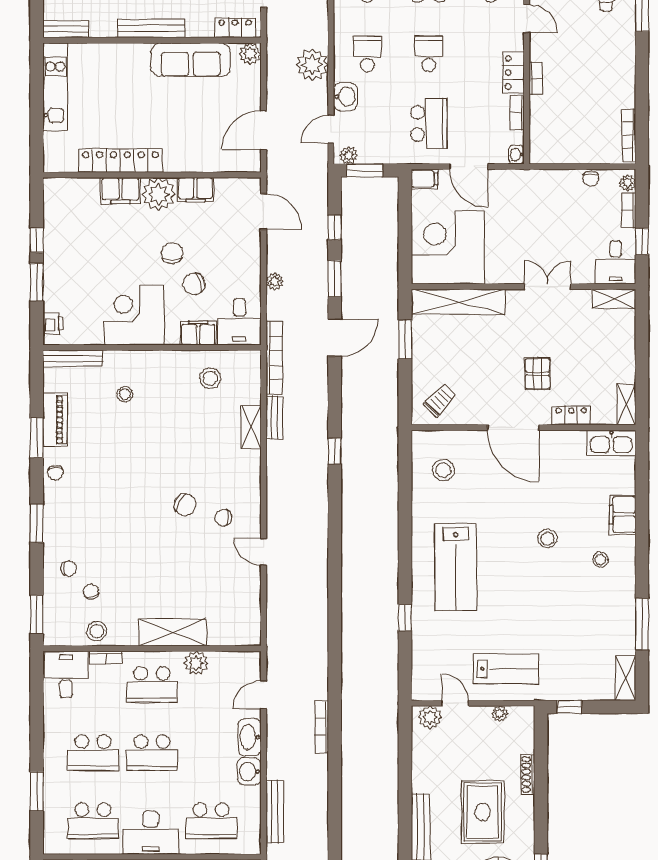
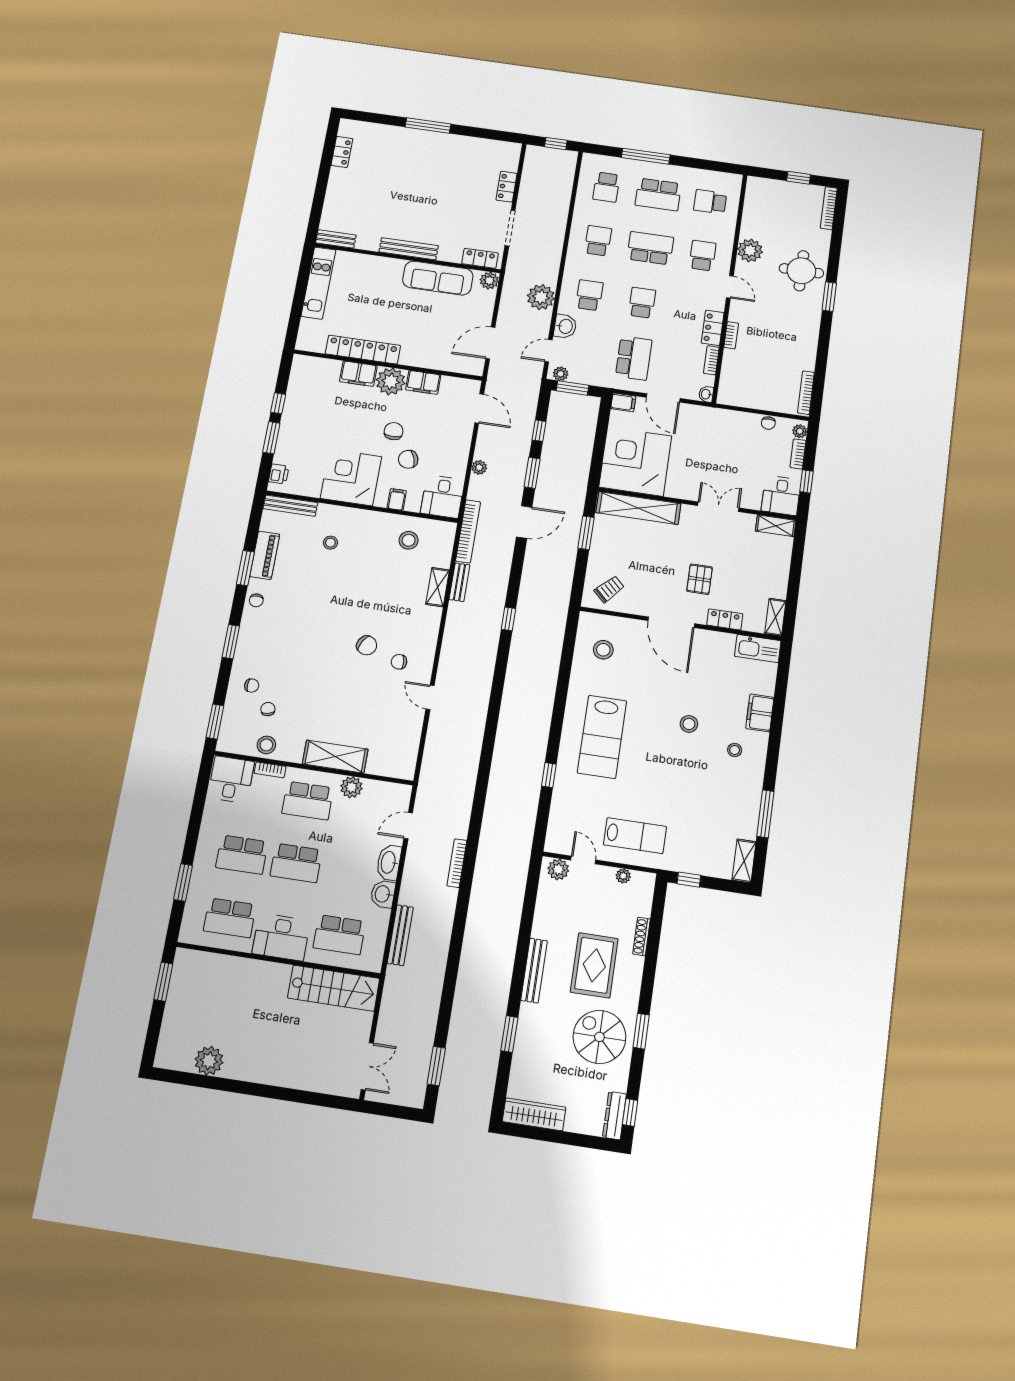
filing cabinet: (198, 333) -> (397, 499), width x0.50

